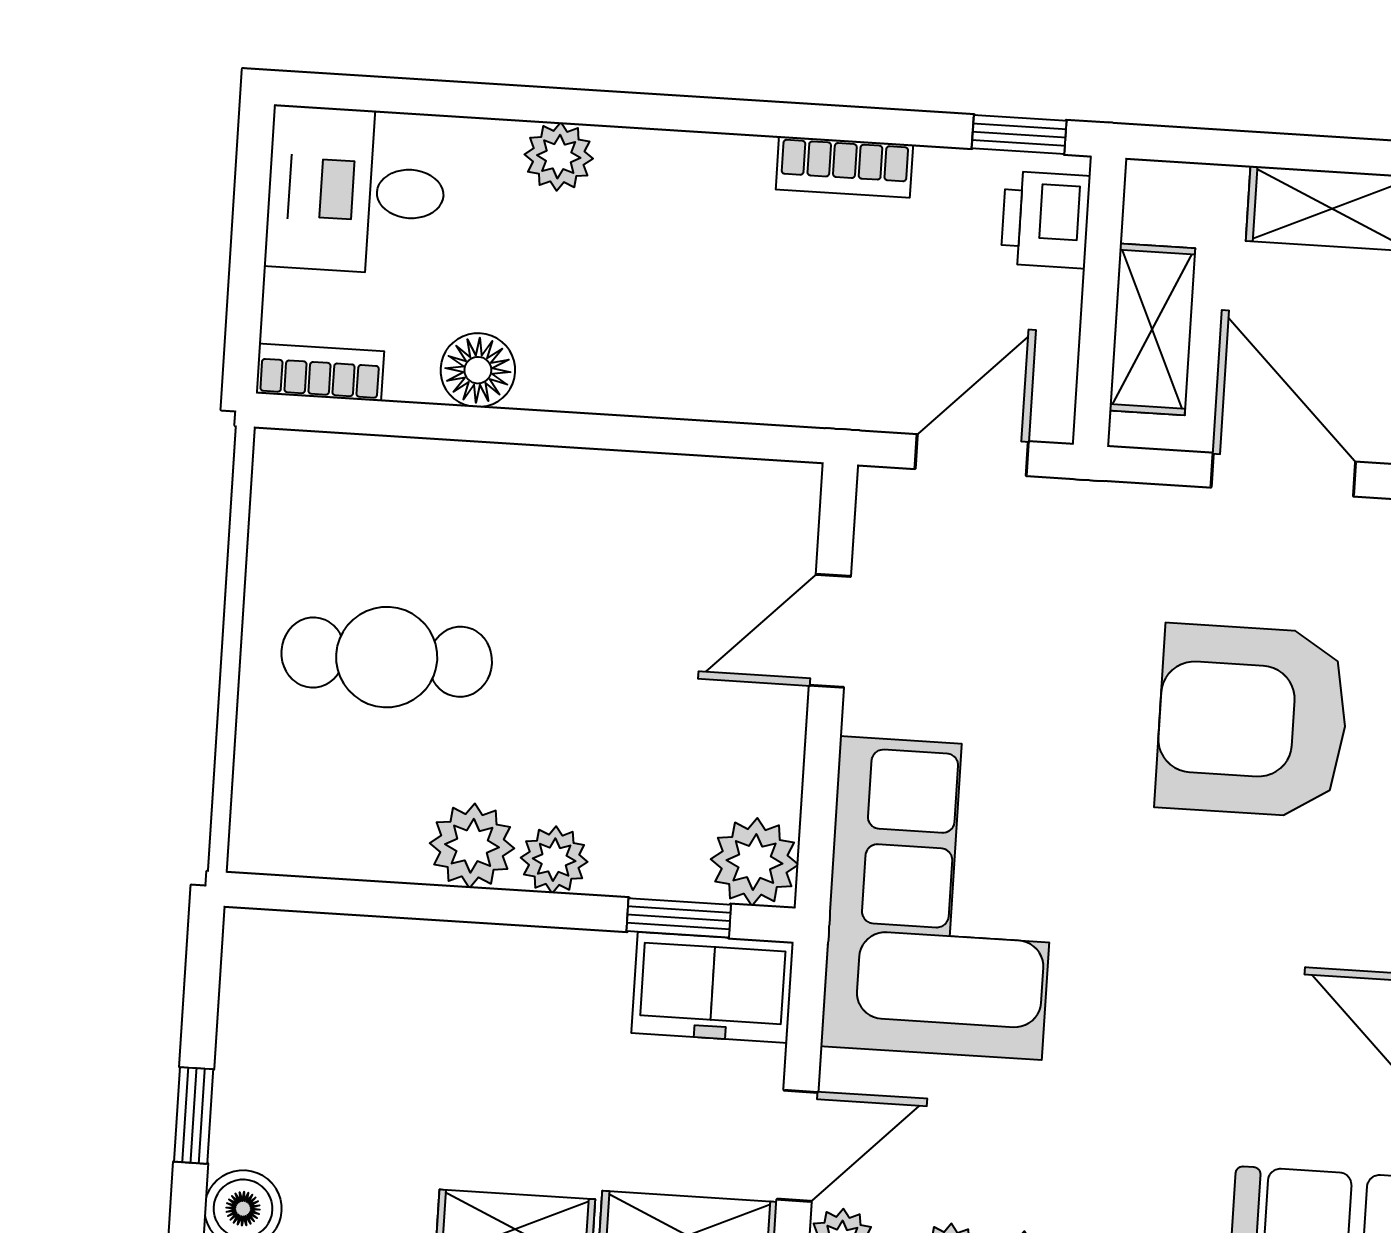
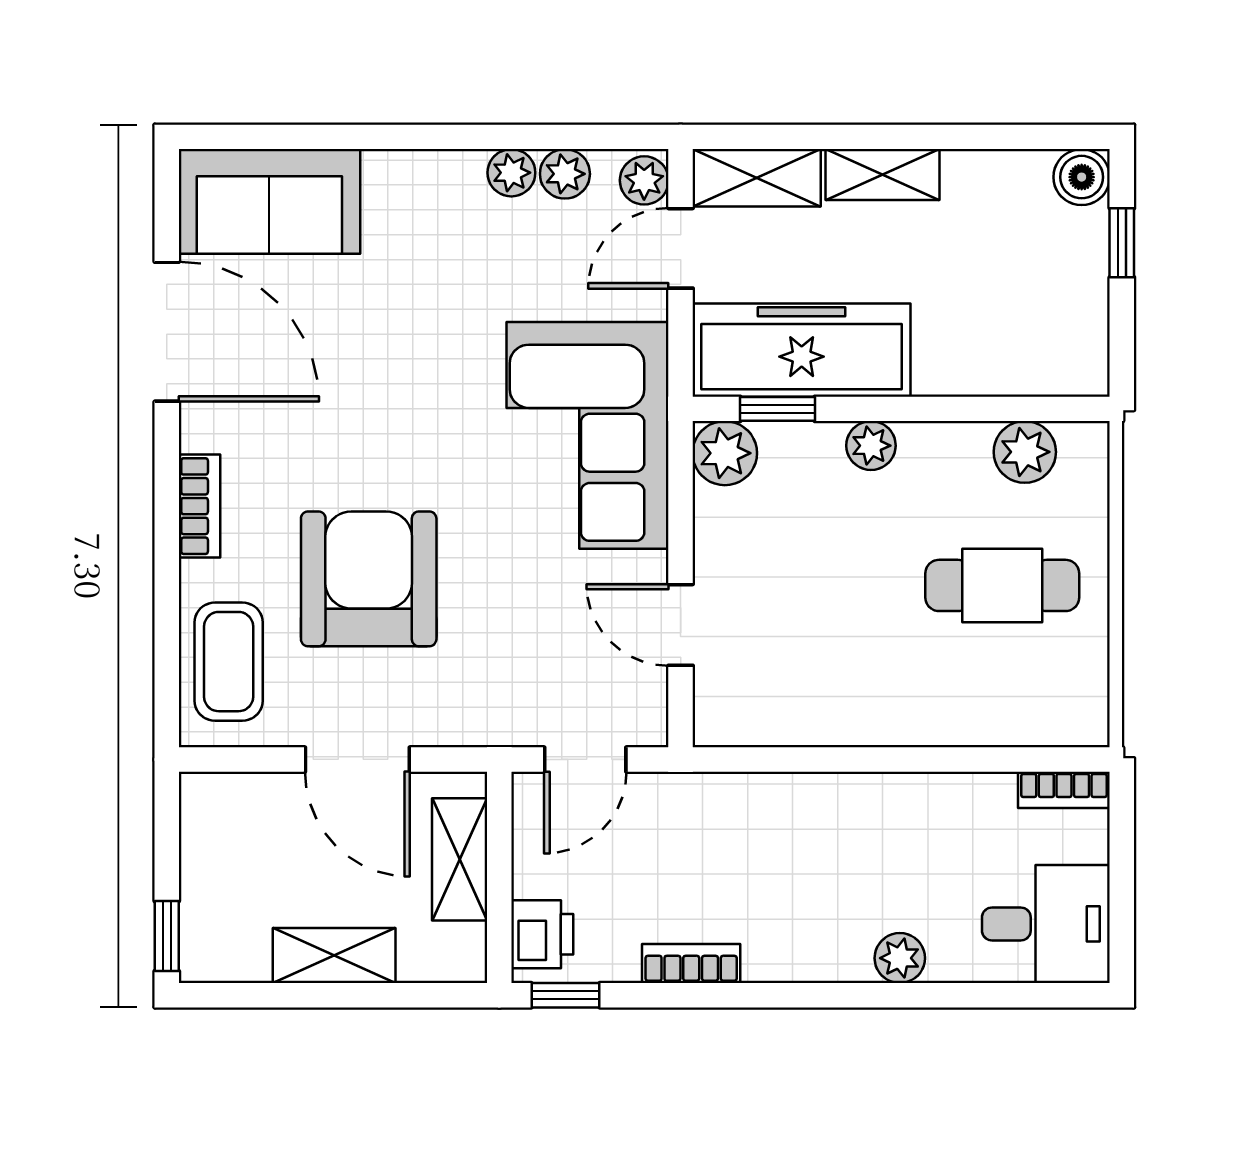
floor lamp: (478, 370) -> (949, 799), removed
door: (830, 631) -> (681, 625), swing flipped
armchair: (1252, 721) -> (369, 579), turned -90
plant: (472, 846) -> (1025, 452), moved
freezer: (713, 987) -> (802, 350), width x1.91, depth x1.26

